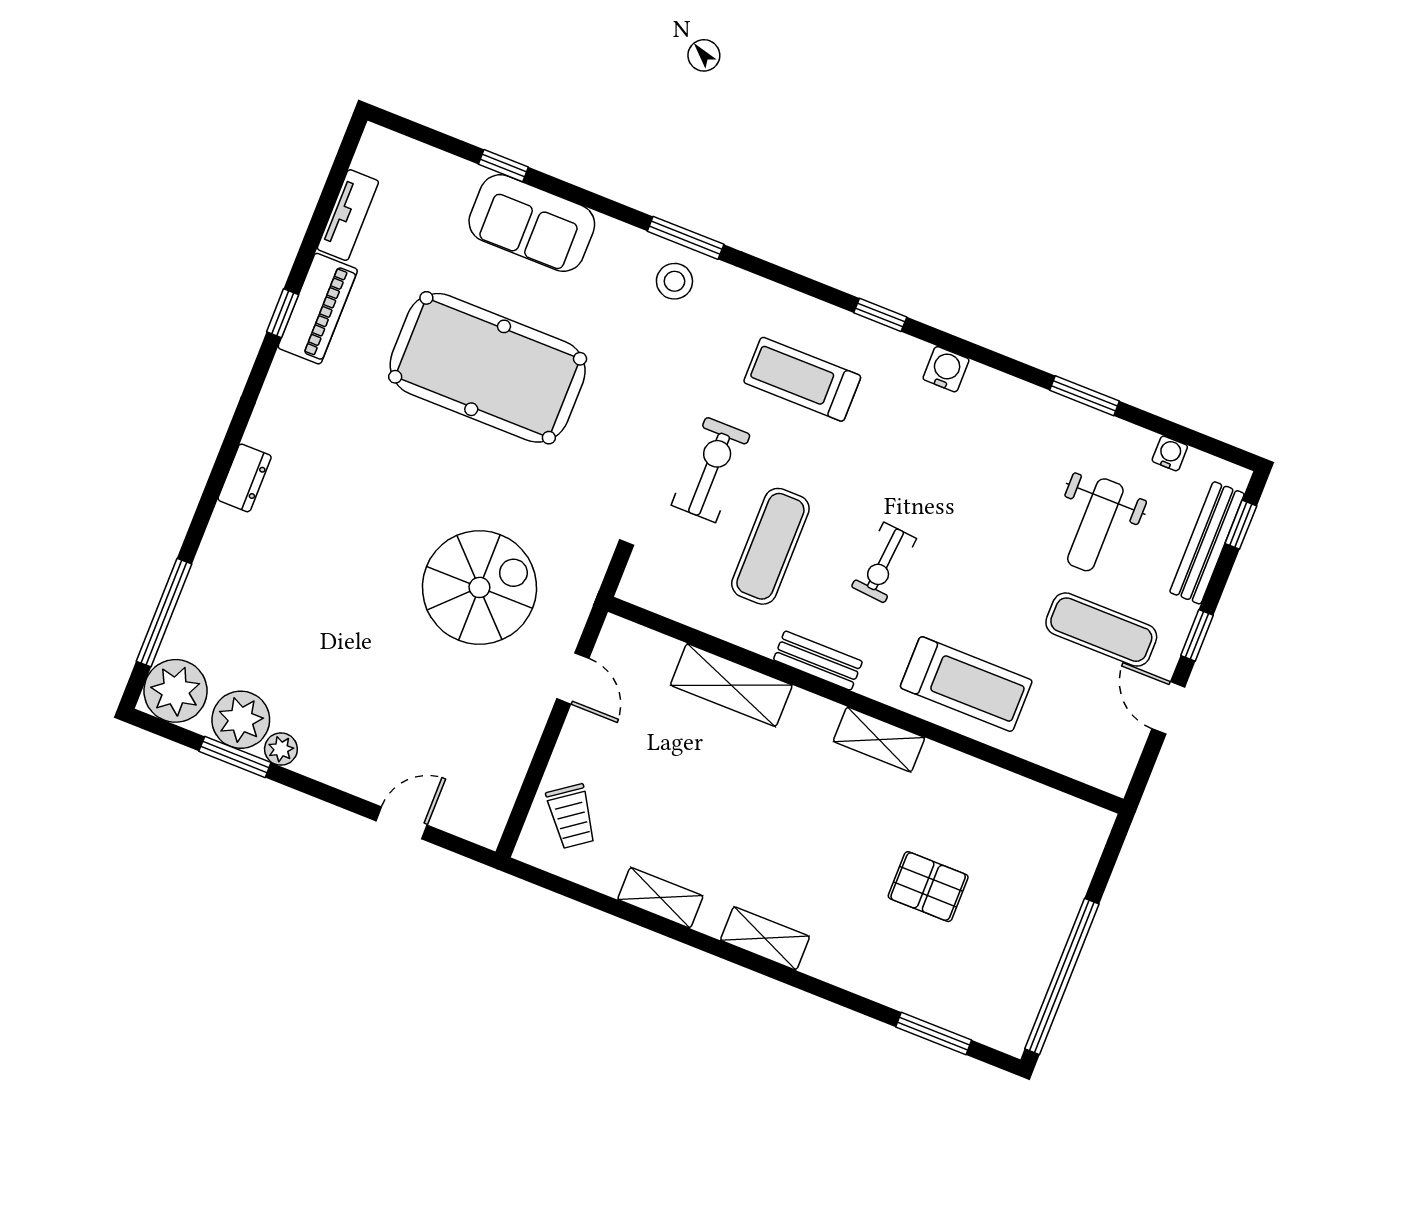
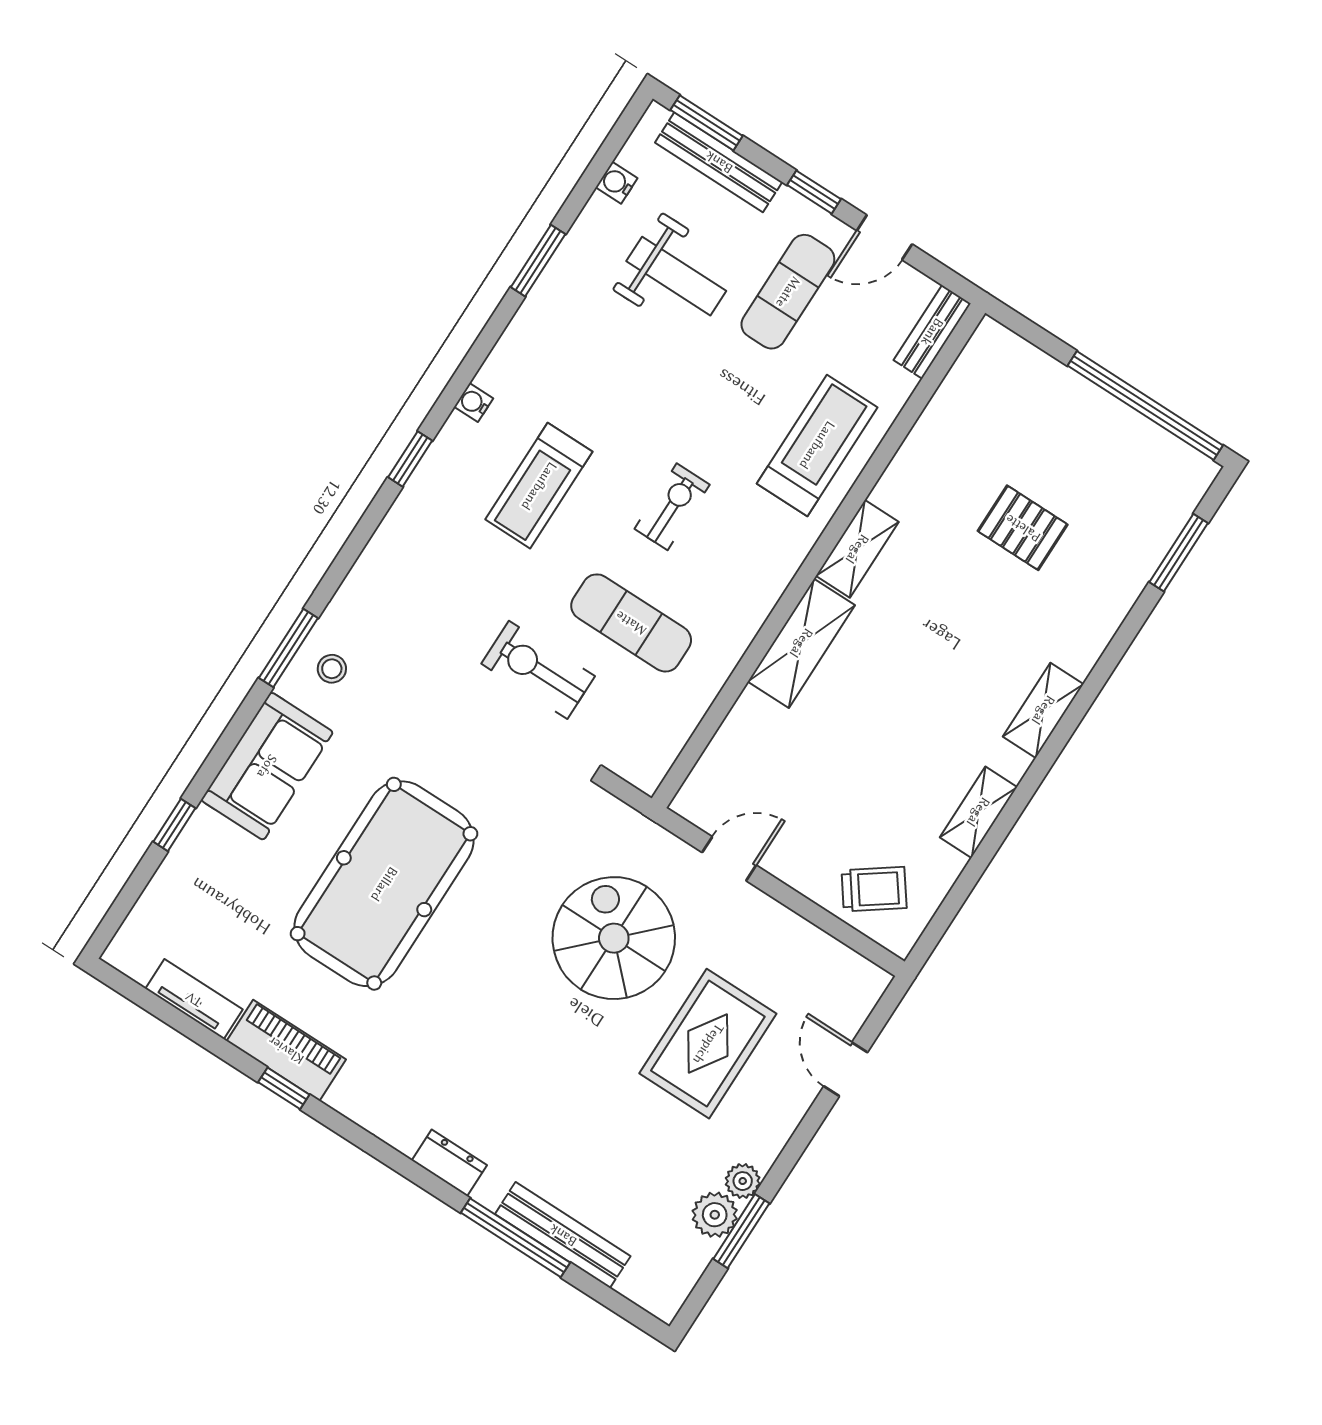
sofa: (532, 223) -> (267, 766), moved
stool: (674, 281) -> (332, 669), width x0.73, depth x0.73
water cooler: (946, 369) -> (474, 403), width x0.72, depth x0.72
treadmill: (802, 379) -> (539, 486), moved
window: (1241, 525) -> (707, 123), width x1.50
exercise bike: (884, 563) -> (672, 507), turned -95
bench: (199, 594) -> (563, 1235), added
window: (164, 613) -> (515, 1238), moved
bench: (818, 661) -> (932, 332), moved
shelving: (731, 685) -> (801, 643), moved
plant: (175, 691) -> (659, 1280), removed
rug: (400, 692) -> (708, 1044), added
plant: (241, 720) -> (715, 1215), width x0.73, depth x0.73
pallet: (928, 887) -> (1023, 528), turned 90

